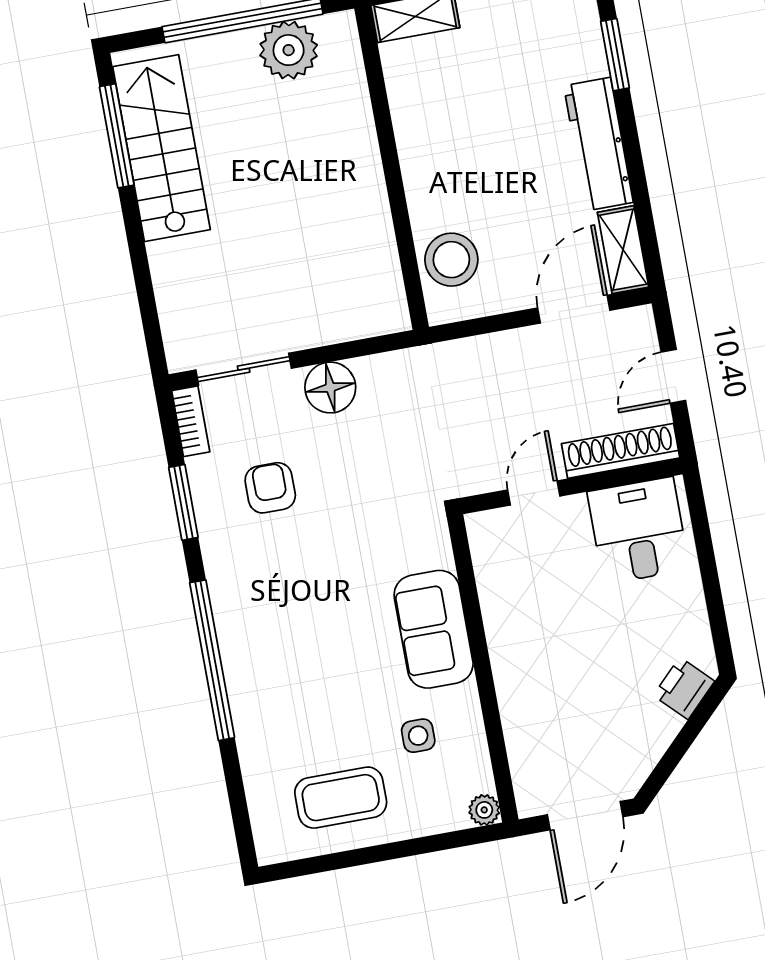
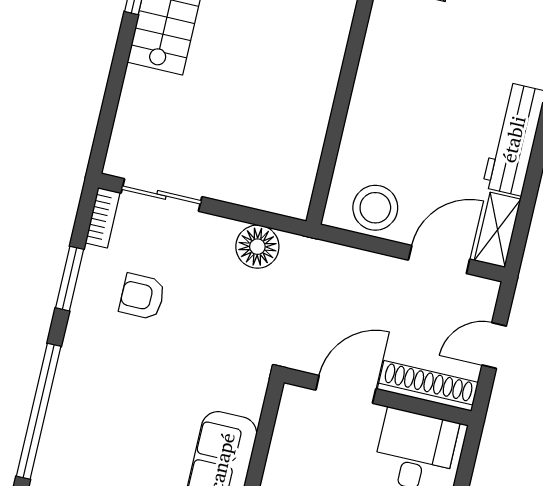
stool: (451, 260) -> (375, 208), moved
floor lamp: (330, 388) -> (257, 247), moved
armchair: (270, 488) -> (142, 296), turned -90
door: (534, 493) -> (346, 389), width x1.37

